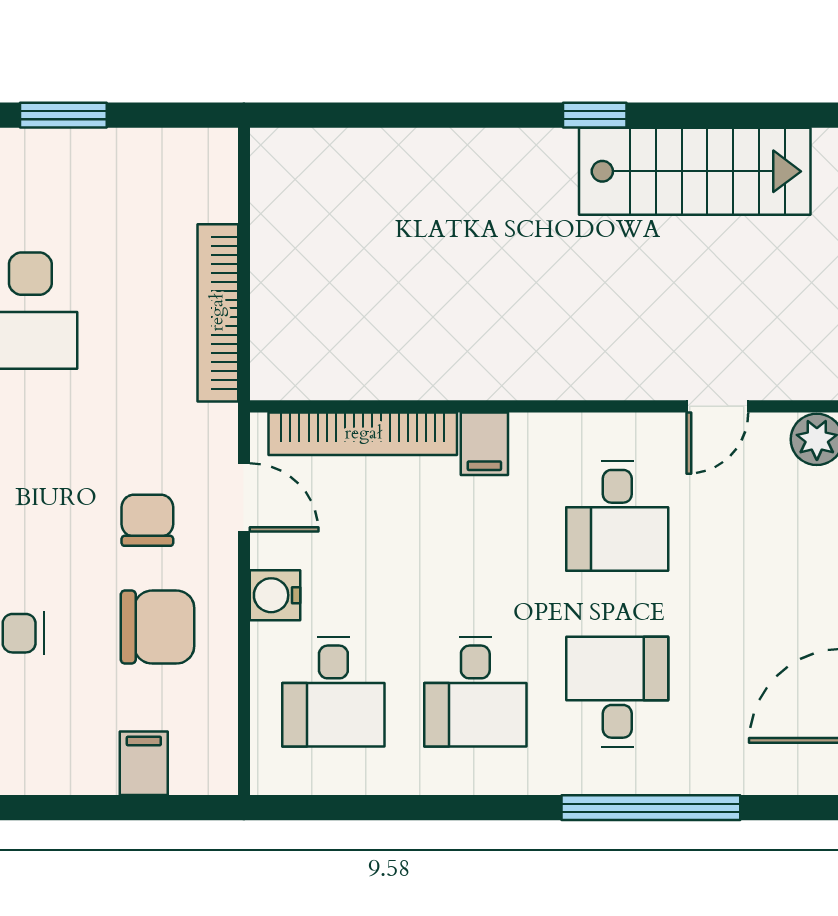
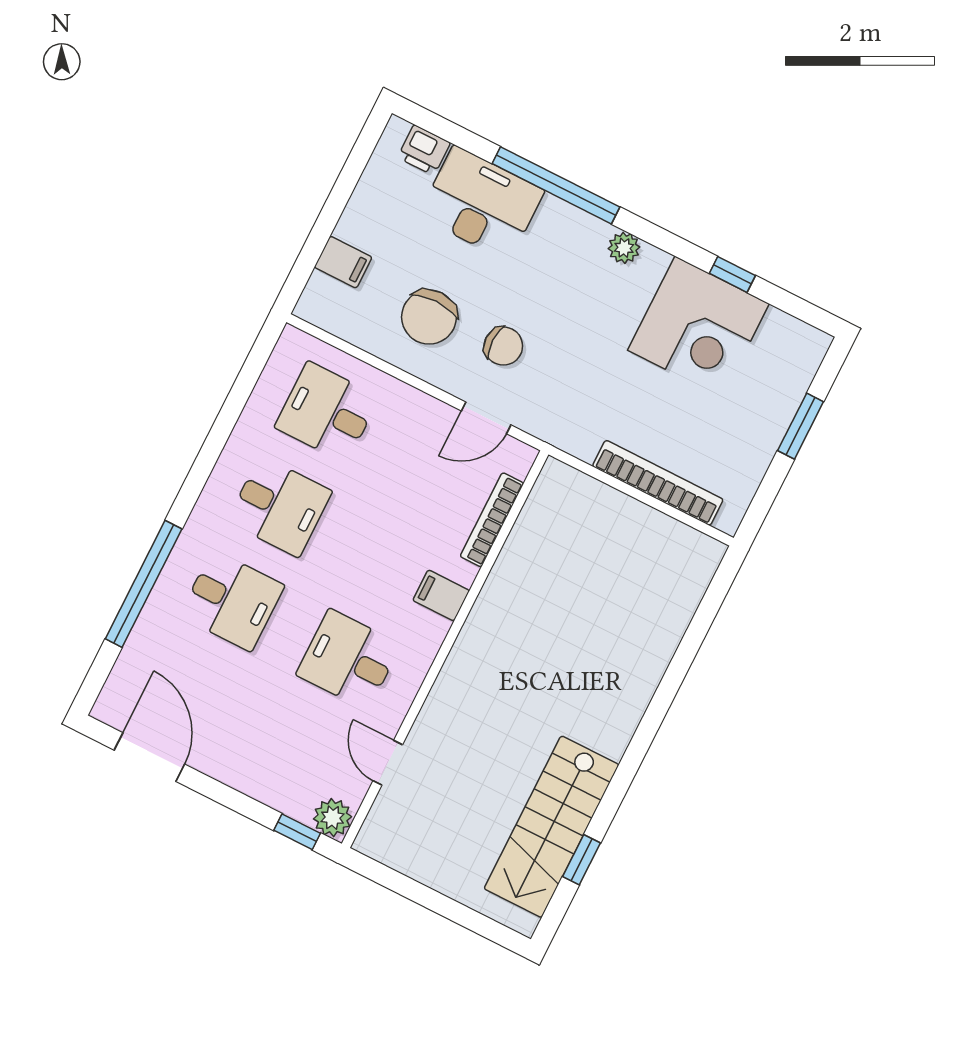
window: (595, 115) -> (581, 860), moved
bookcase: (218, 313) -> (658, 483), moved
bookcase: (363, 434) -> (492, 520), width x0.68, depth x0.76
water cooler: (275, 595) -> (411, 406), removed
desk: (475, 692) -> (279, 506), turned 180

